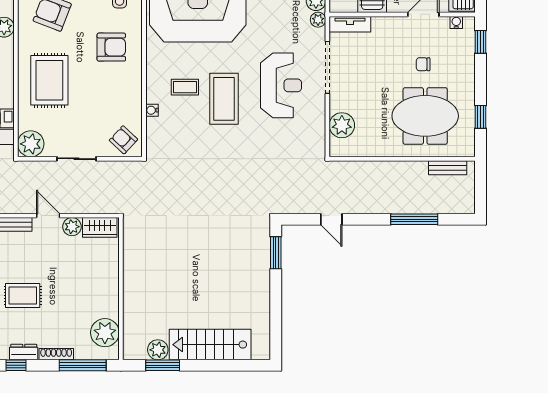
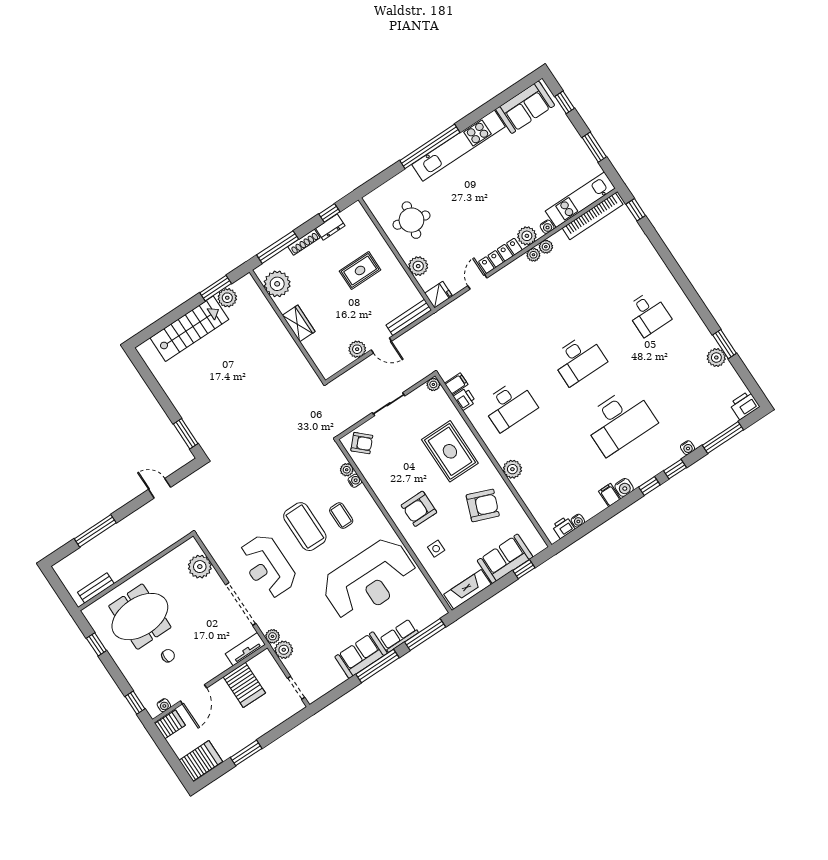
coffee table: (185, 87) -> (341, 516), turned 90
plant: (153, 125) -> (347, 470), added
plant: (31, 144) -> (433, 384), width x0.53, depth x0.53
wardrobe: (100, 227) -> (299, 323), moved, turned 90

